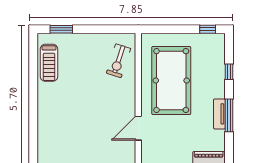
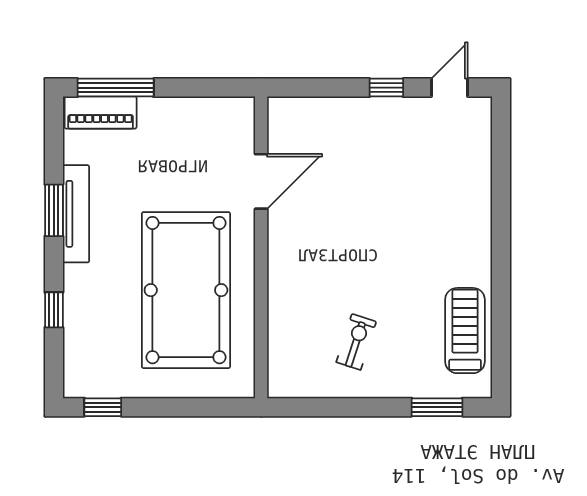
exercise bike: (118, 61) -> (356, 342), moved, width x0.73, depth x0.72
tv unit: (219, 114) -> (76, 214), width x1.41
window: (229, 115) -> (54, 210), width x0.69

